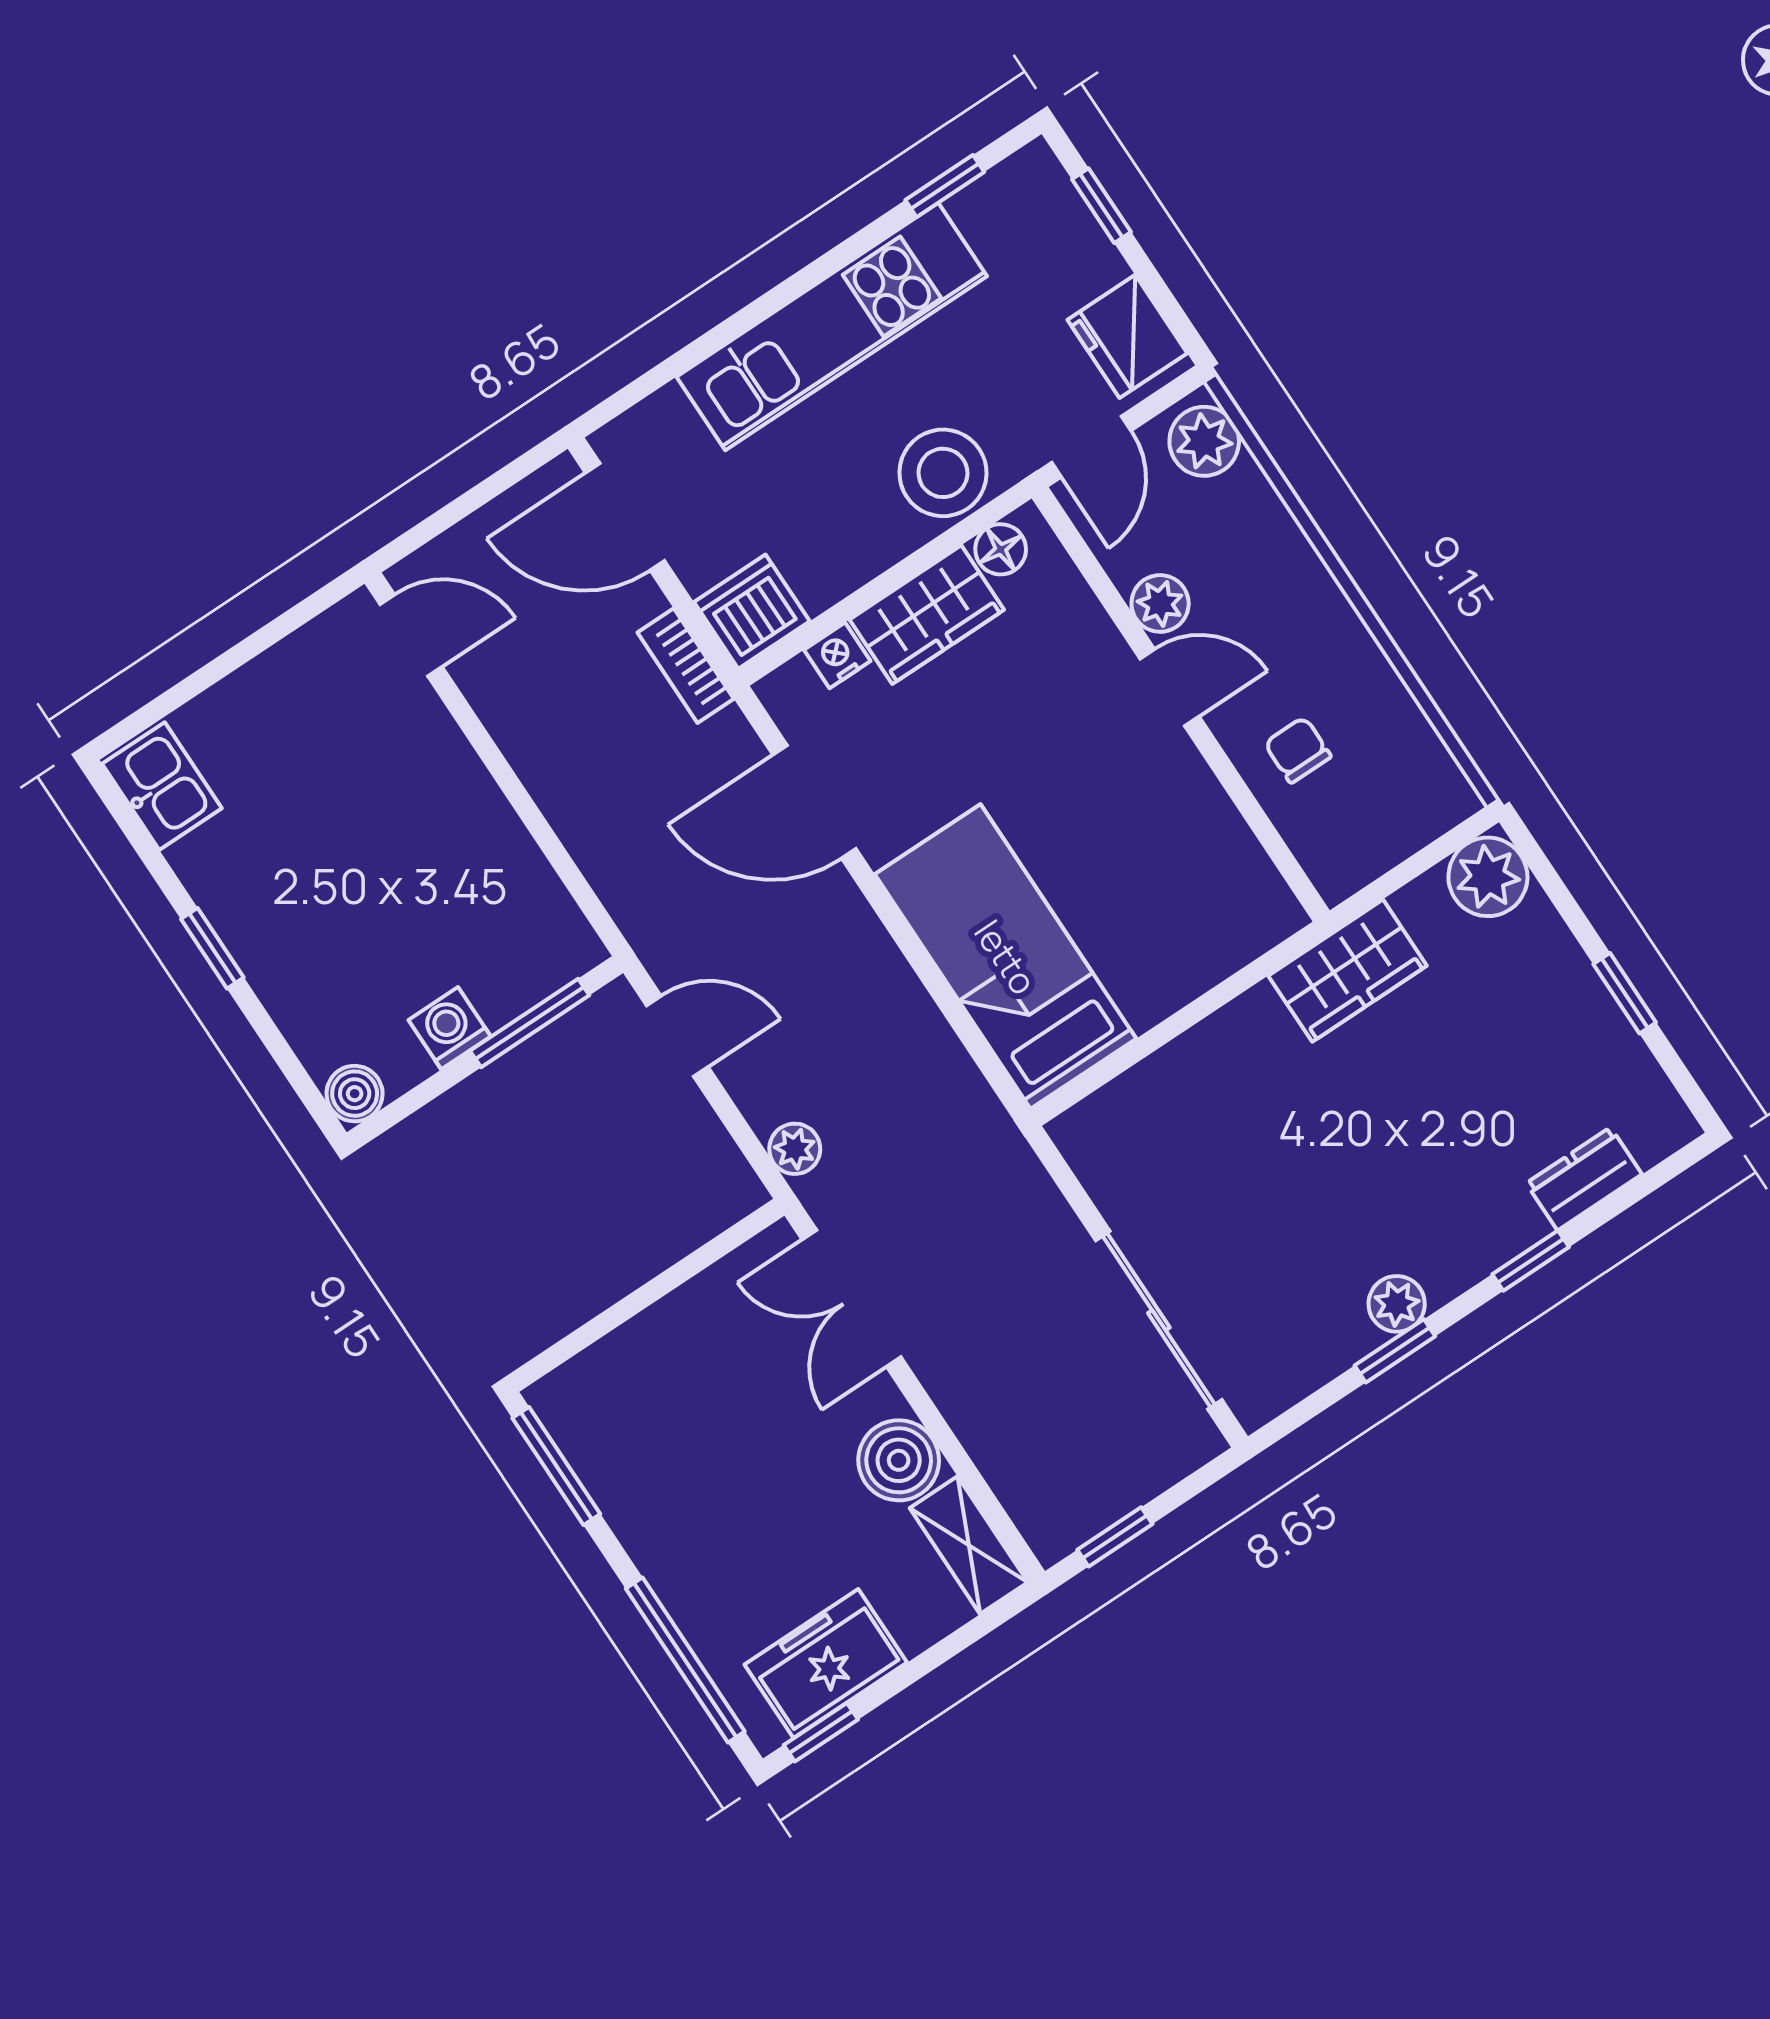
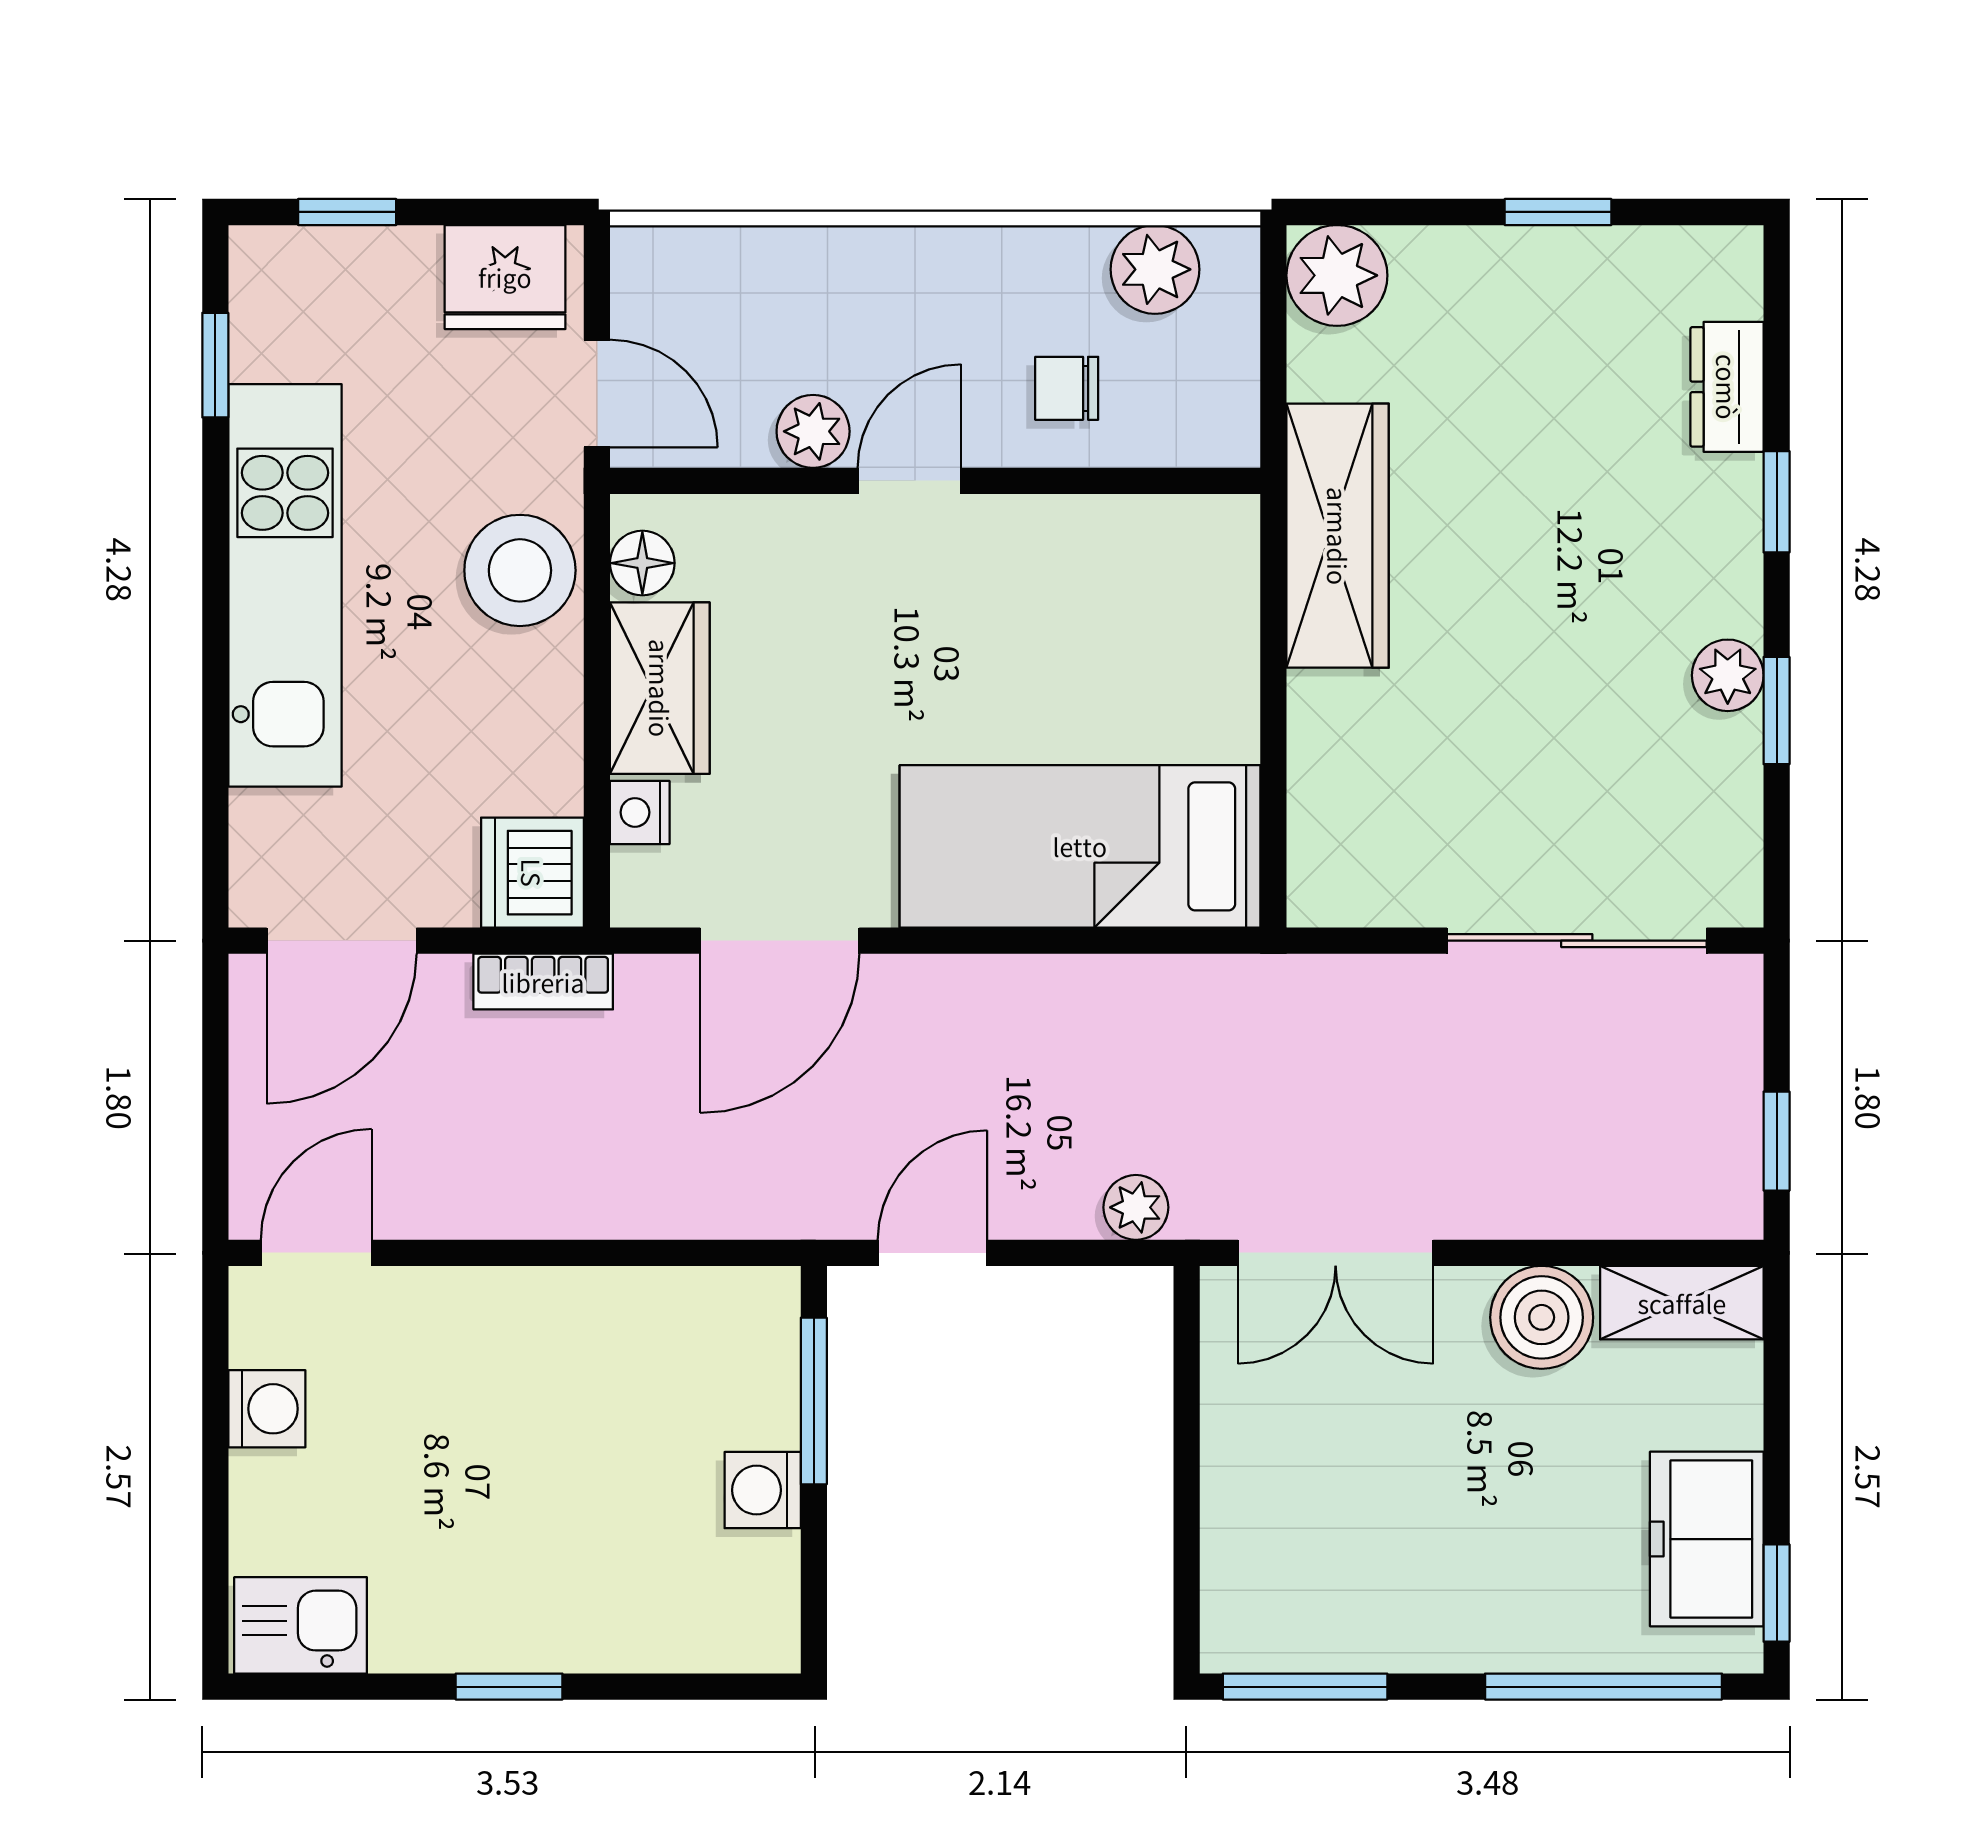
plant: (1204, 441) -> (1155, 269), moved
washing machine: (288, 671) -> (267, 1409), added
wardrobe: (1348, 971) -> (1338, 536), width x1.50
boiler: (355, 1094) -> (765, 1638), removed

